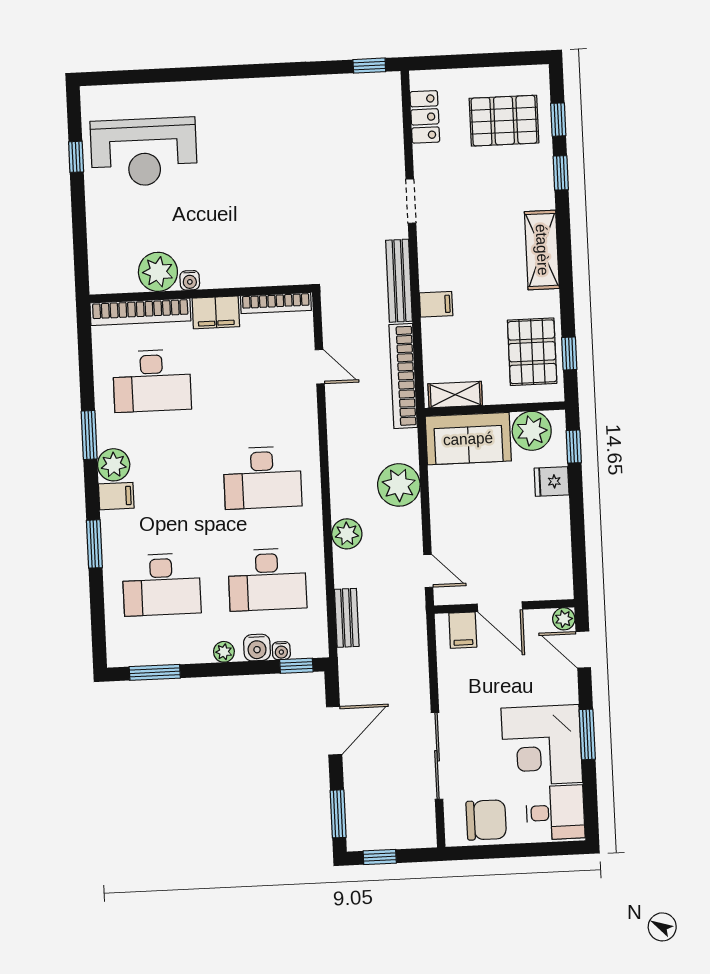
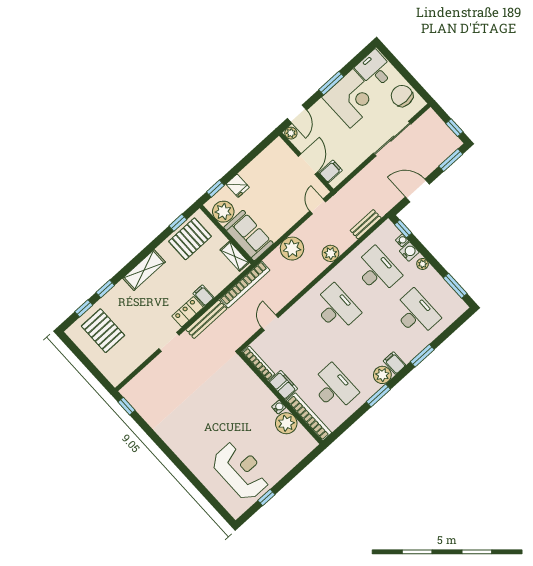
locker: (425, 117) -> (188, 312), moved

